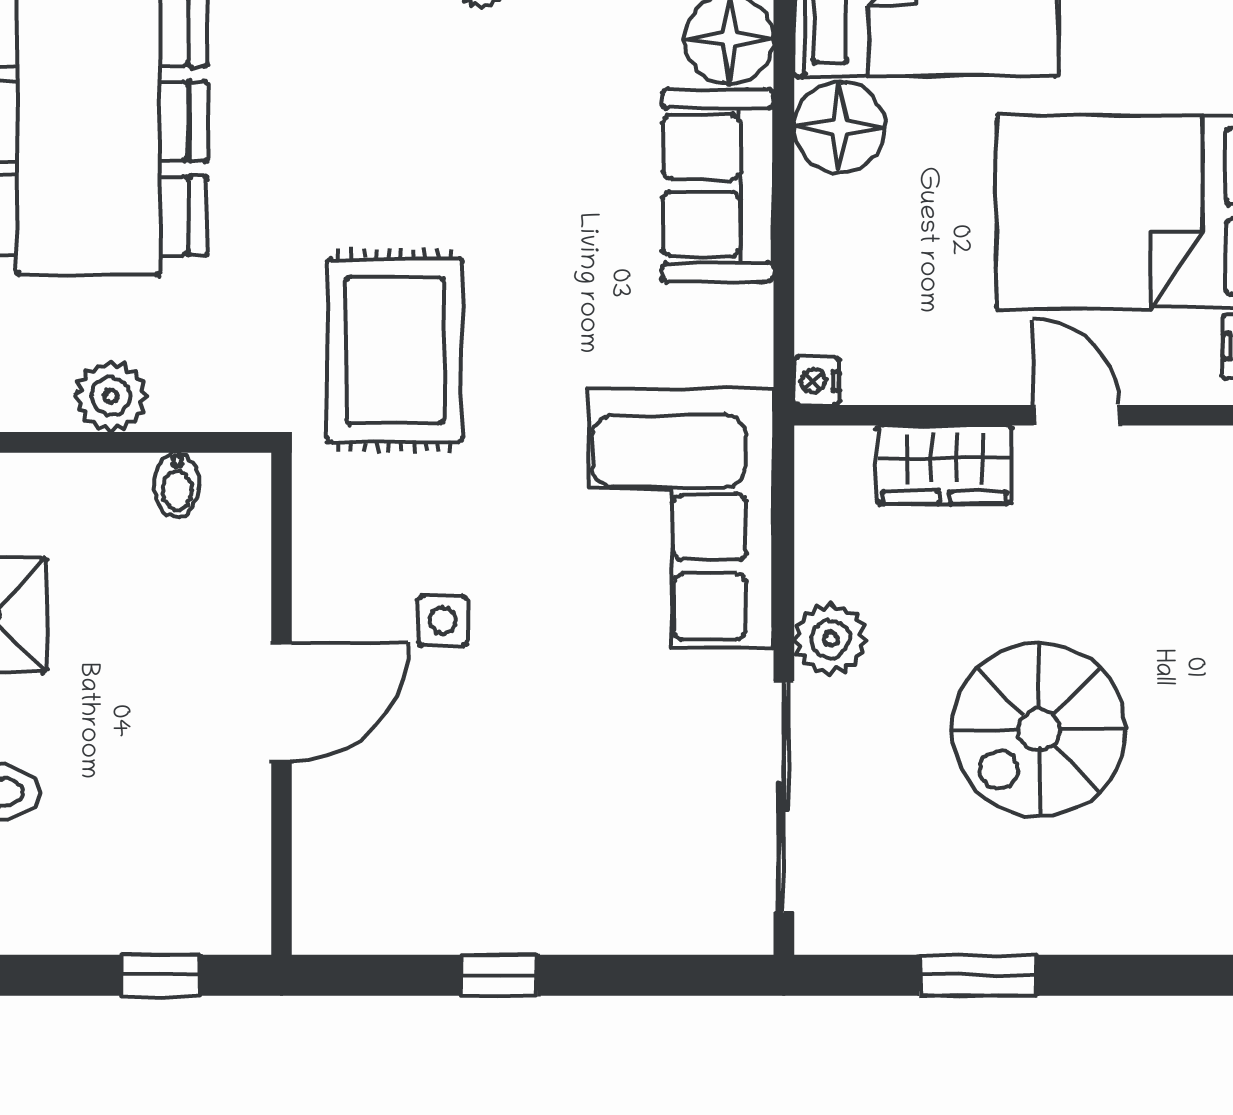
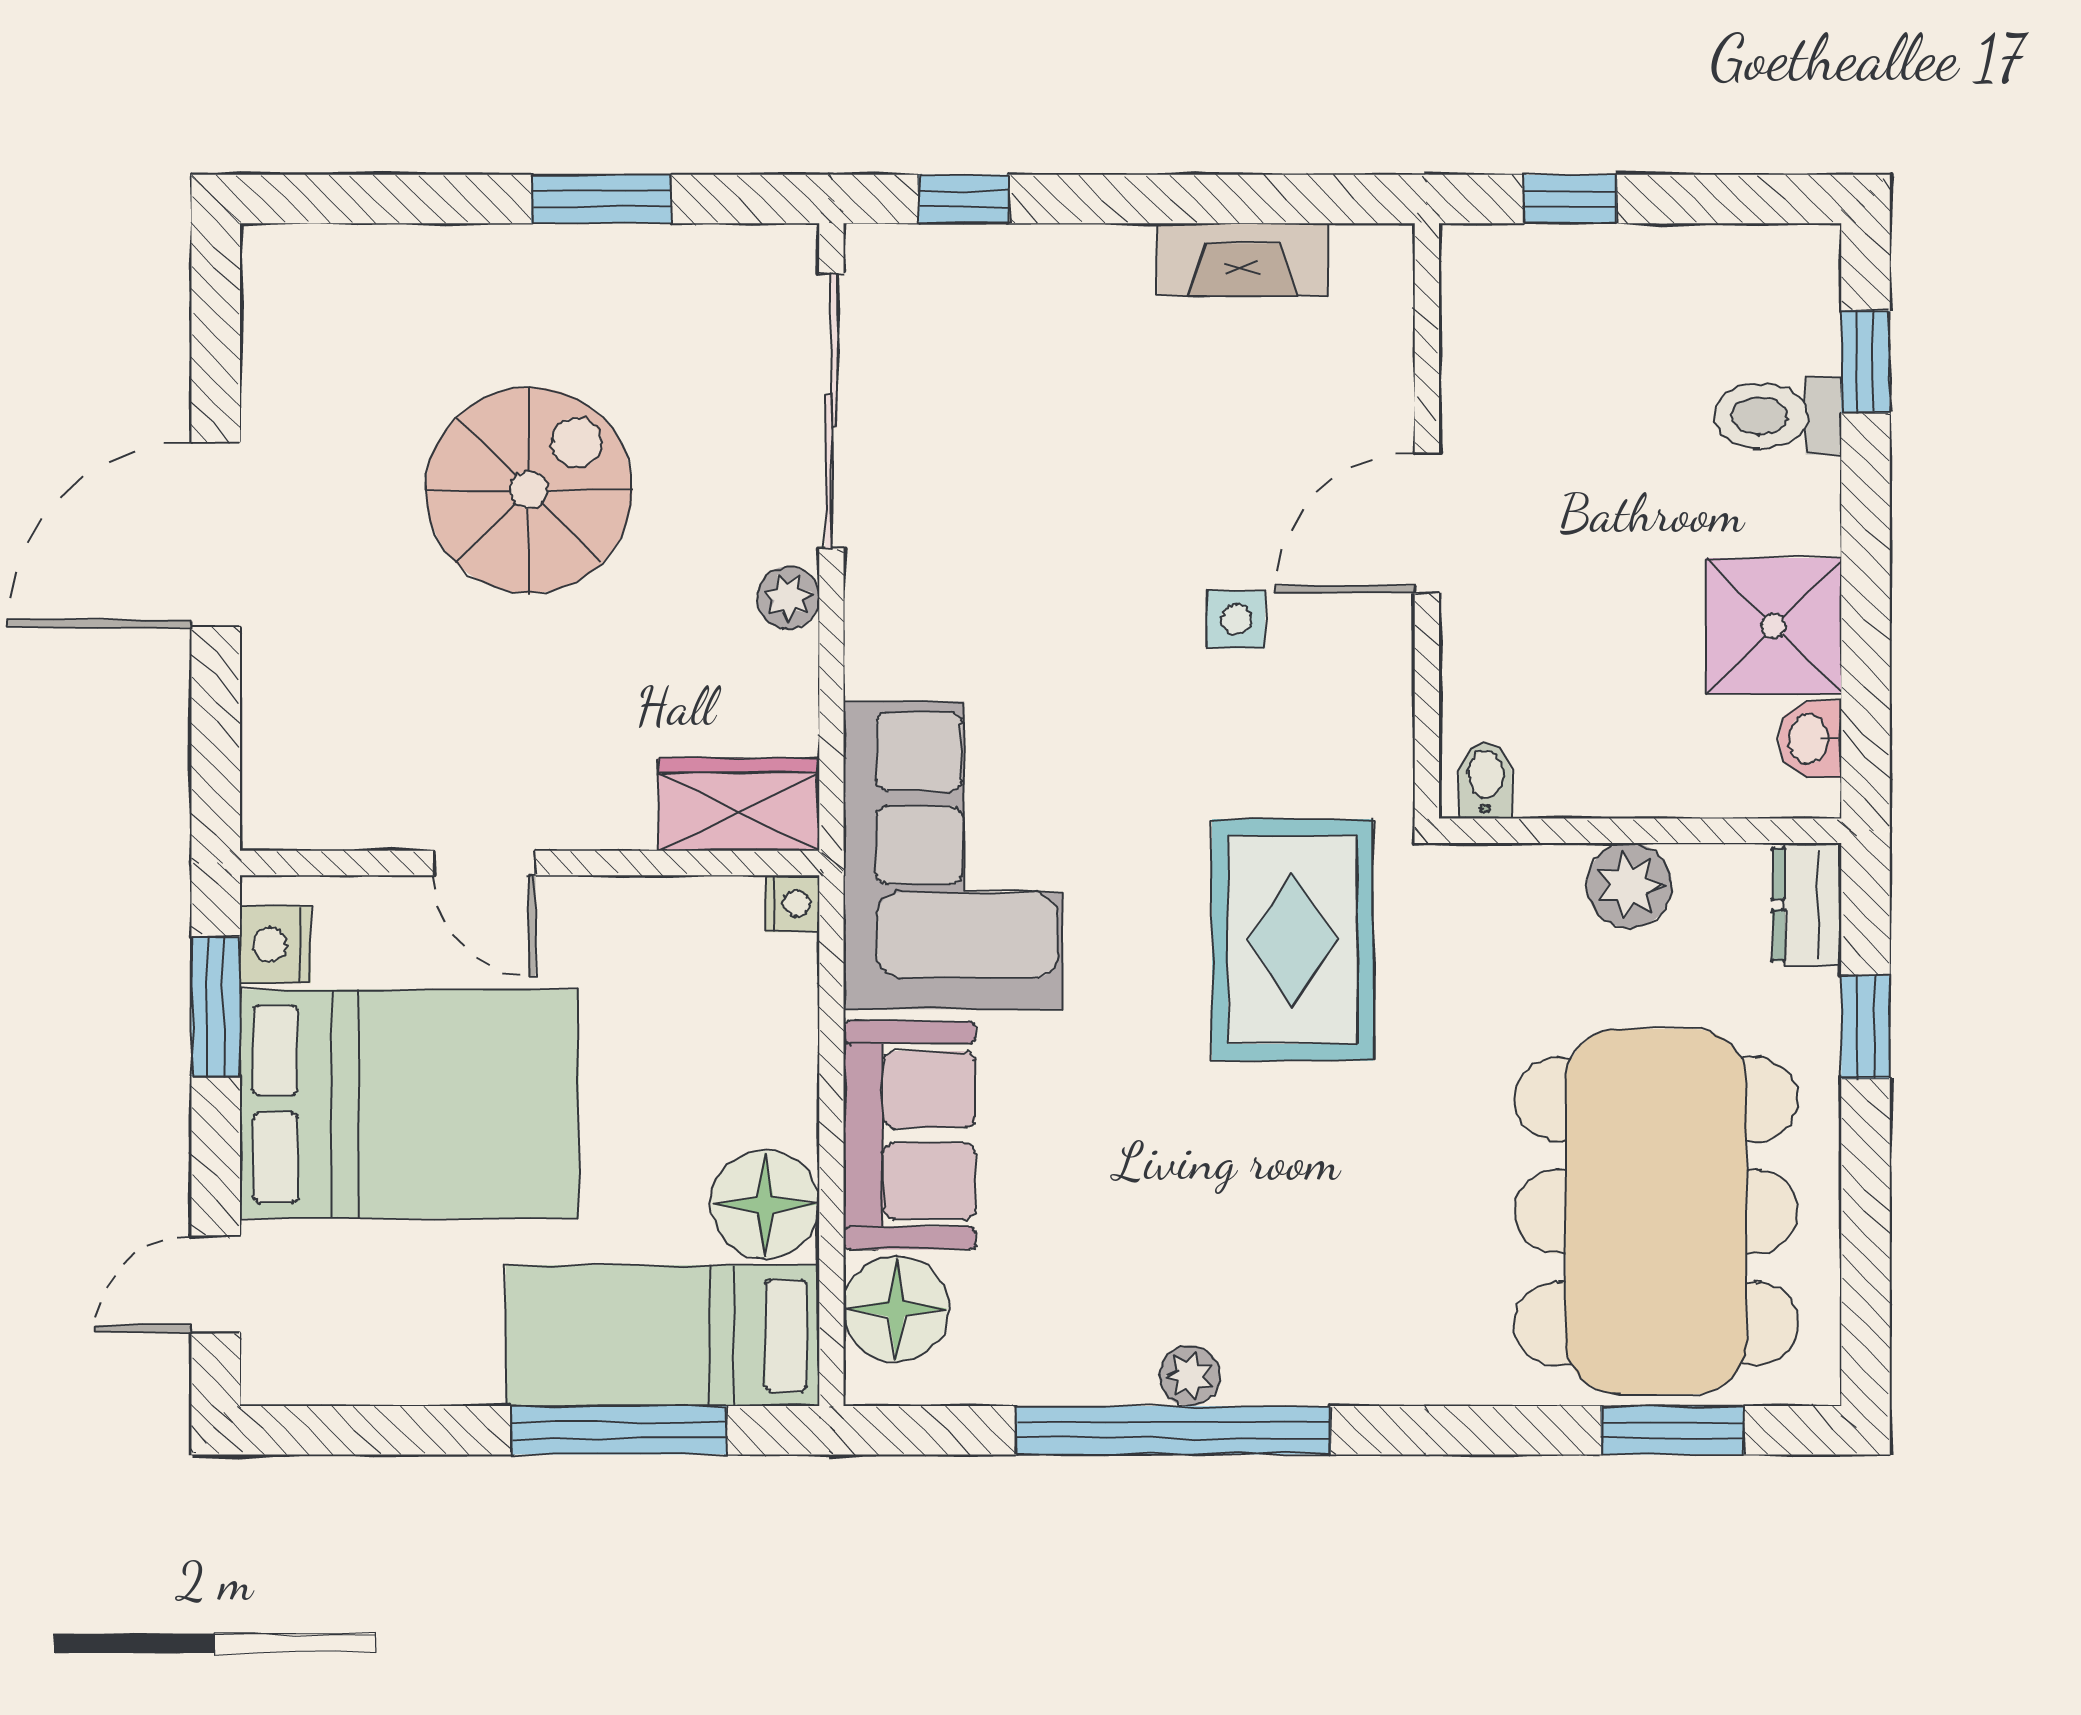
wardrobe: (944, 465) -> (738, 804), moved
bidet: (177, 485) -> (1485, 780), moved
corner sofa: (681, 519) -> (953, 855), moved
plant: (830, 639) -> (788, 598), width x0.73, depth x0.73
fireplace: (437, 924) -> (1243, 260), added
window: (499, 975) -> (964, 199), moved

